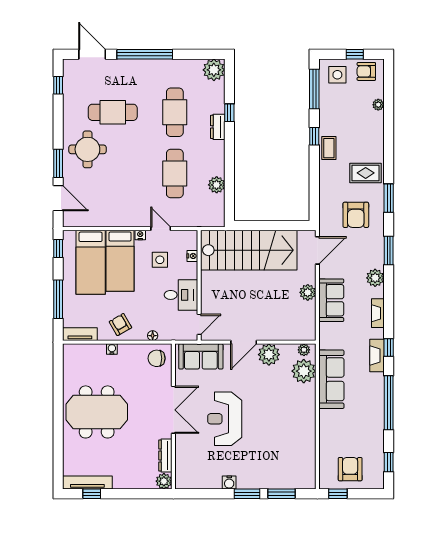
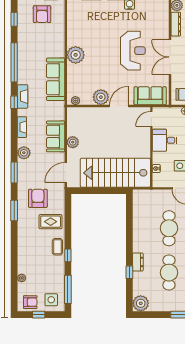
rug: (366, 173) -> (51, 222), moved
plant: (217, 185) -> (139, 220), removed
plant: (304, 371) -> (76, 55), moved

